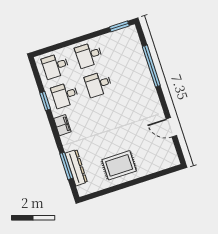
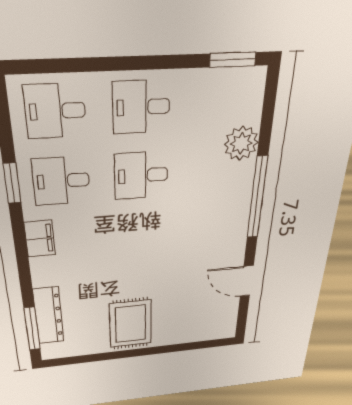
plant: (138, 58) -> (241, 143), added
window: (151, 66) -> (257, 198), moved
rug: (119, 165) -> (131, 324), turned 90
window: (66, 166) -> (32, 329), moved

